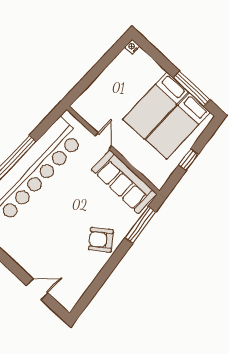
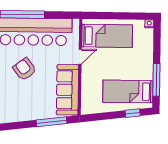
bed: (156, 106) -> (107, 36), moved, turned 180
window: (188, 160) -> (133, 113), moved
armchair: (101, 240) -> (25, 69), moved

